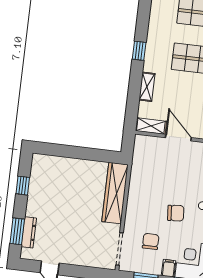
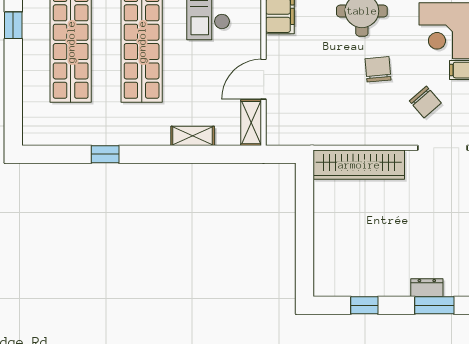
window: (139, 51) -> (105, 154), moved
dresser: (29, 232) -> (427, 288), width x0.70
chair: (151, 241) -> (425, 102), turned -131

